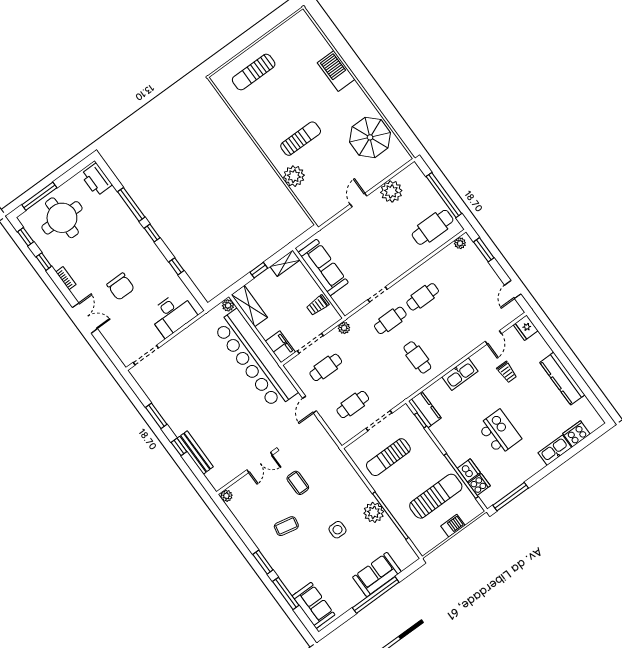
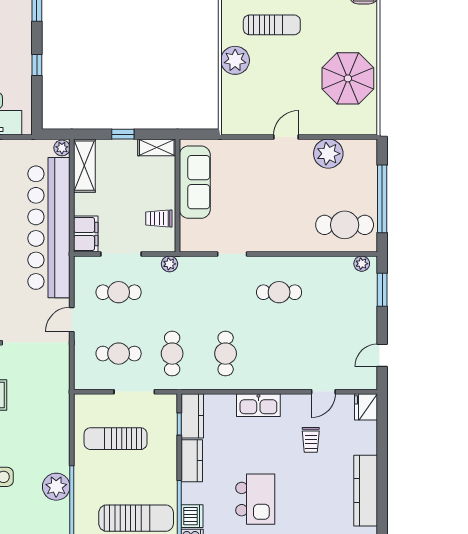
cafe table: (390, 320) -> (172, 354), moved, turned 90
kitchen counter: (444, 437) -> (192, 461), added

